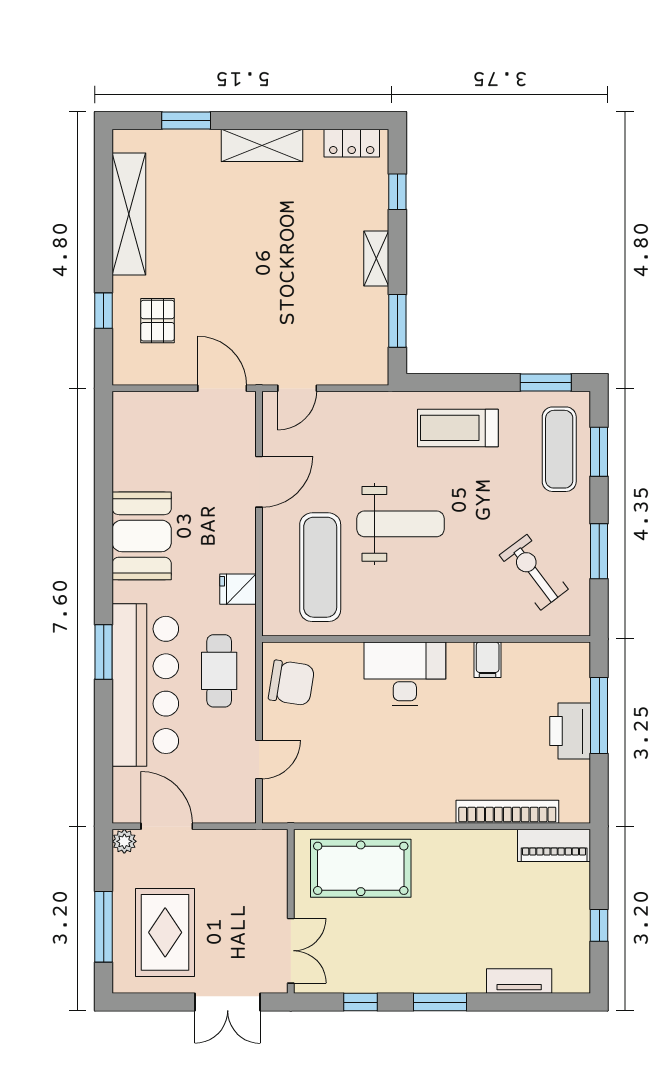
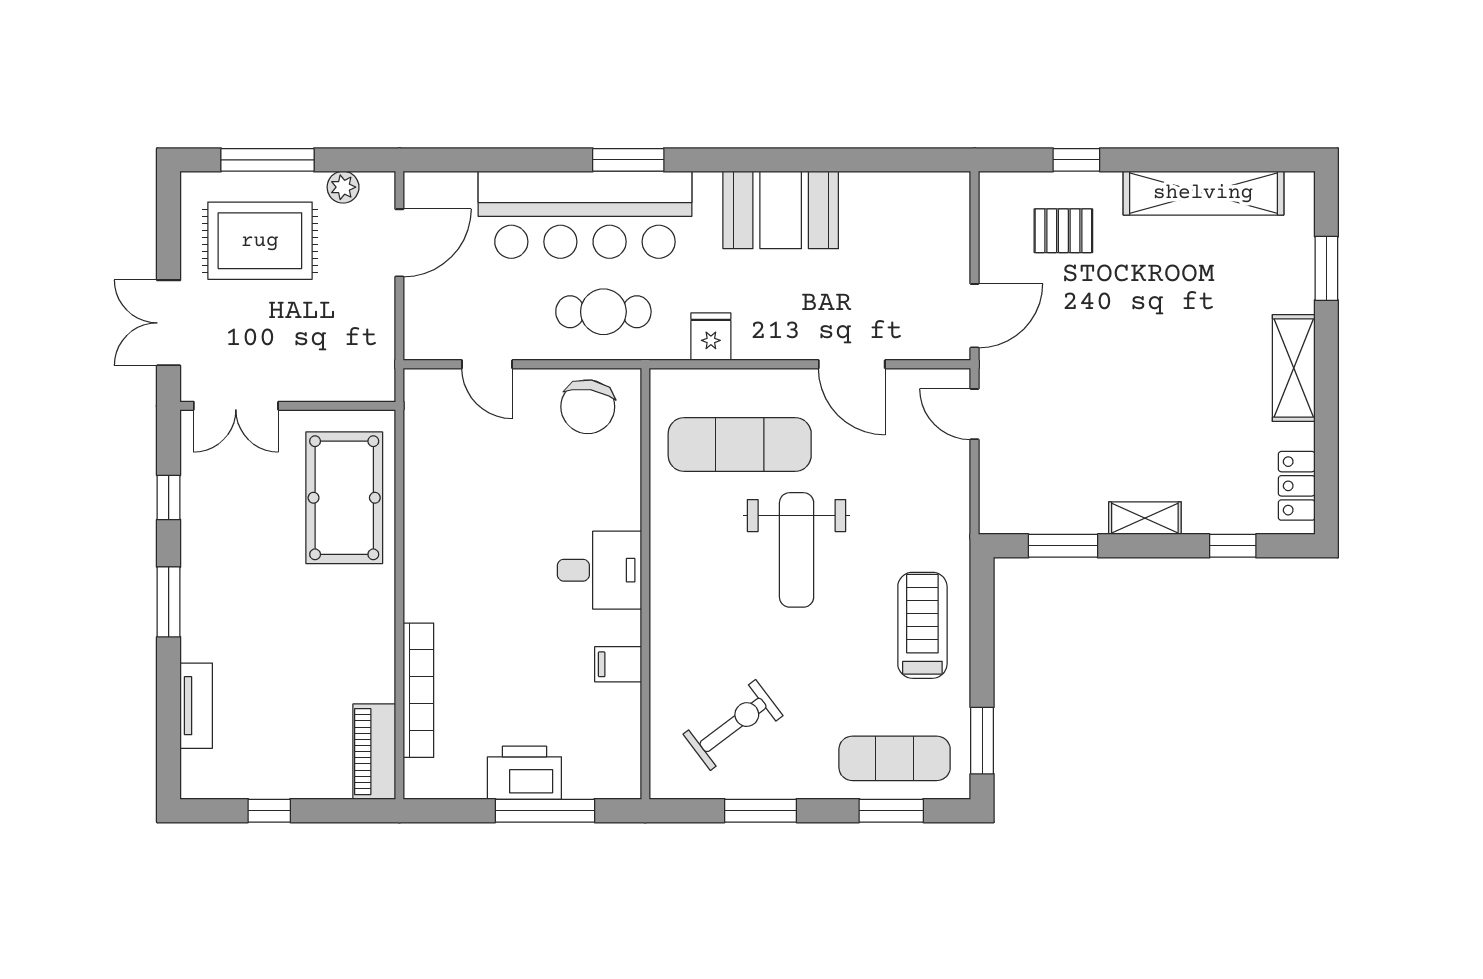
desk: (405, 674) -> (599, 570), width x0.73
plant: (124, 841) -> (343, 187), moved

